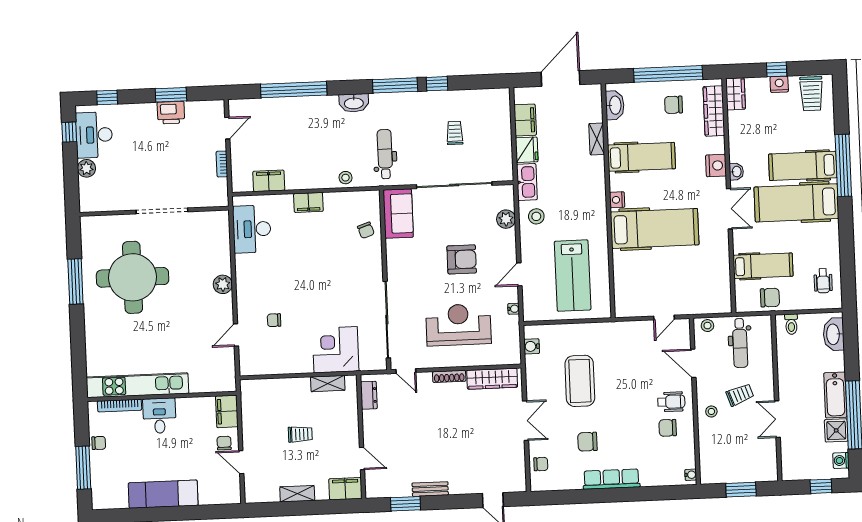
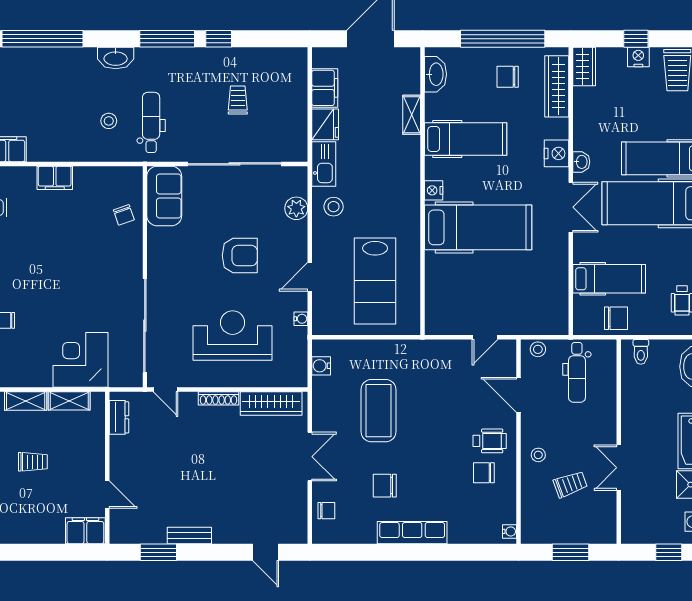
stool: (345, 178) -> (109, 121), moved
trolley: (740, 395) -> (570, 484), moved
shelving: (297, 494) -> (26, 401), moved

